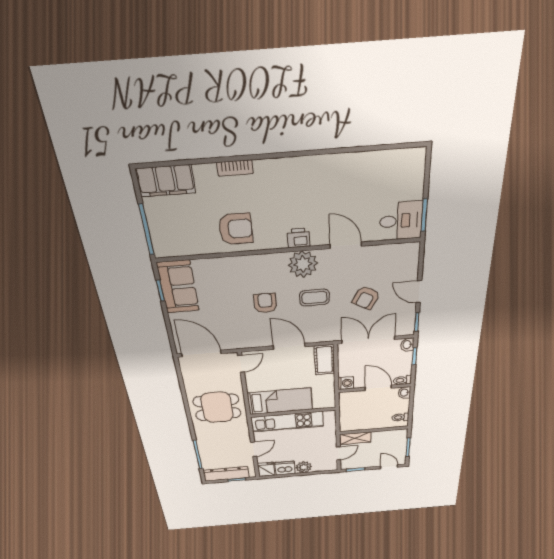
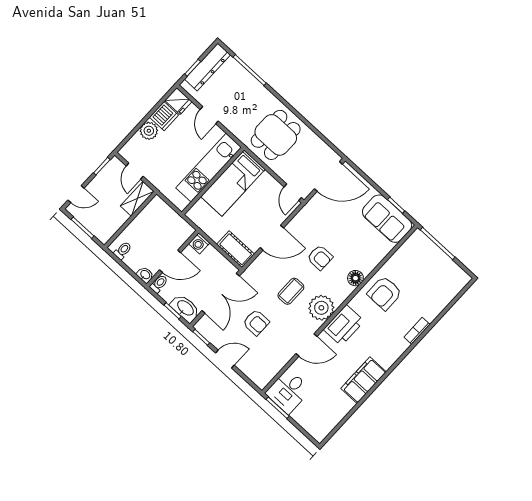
filing cabinet: (166, 181) -> (364, 380), moved
printer: (298, 238) -> (344, 325), width x1.87, depth x1.48
floor lamp: (250, 263) -> (355, 278), added
armchair: (366, 298) -> (256, 323), turned 151
washbasin: (407, 345) -> (185, 308), width x1.91, depth x1.45

